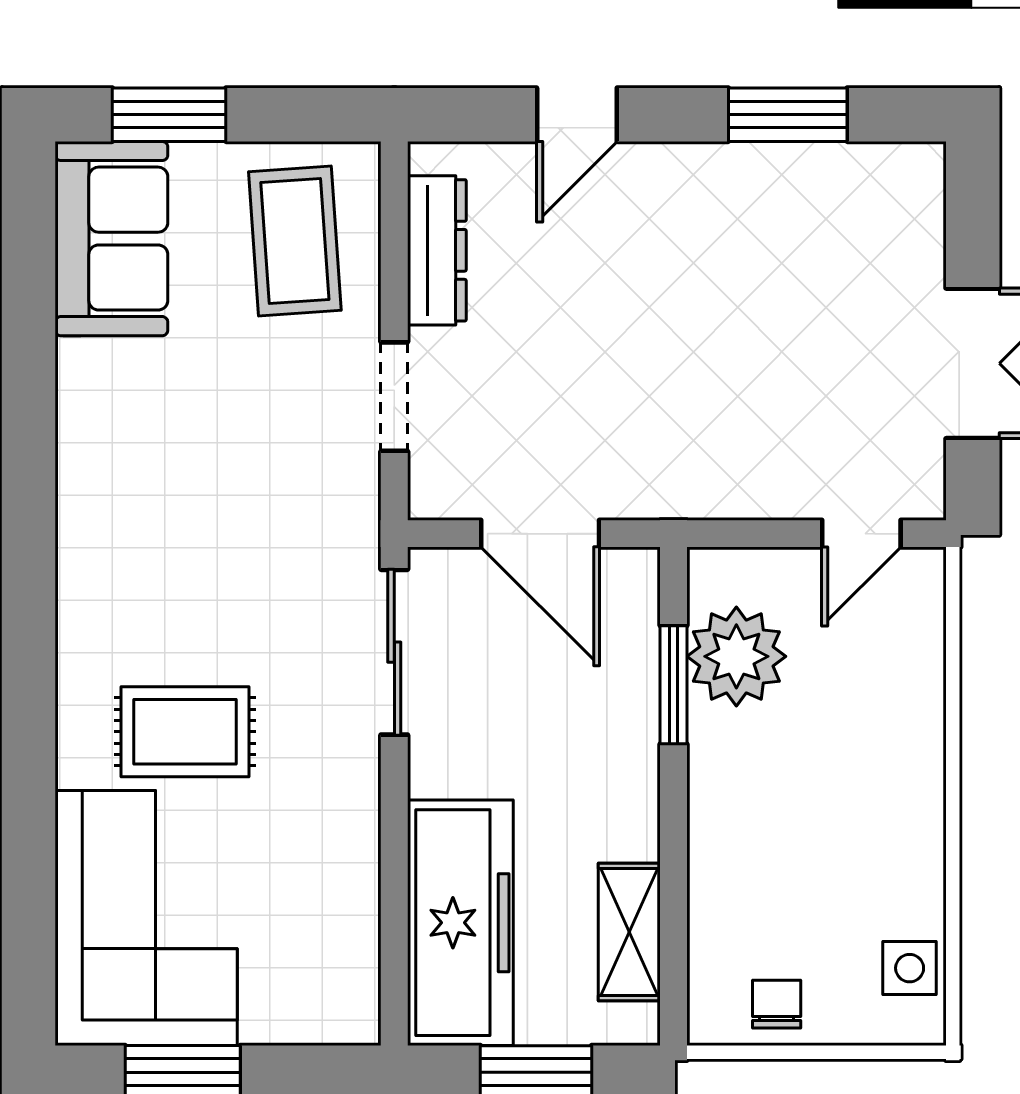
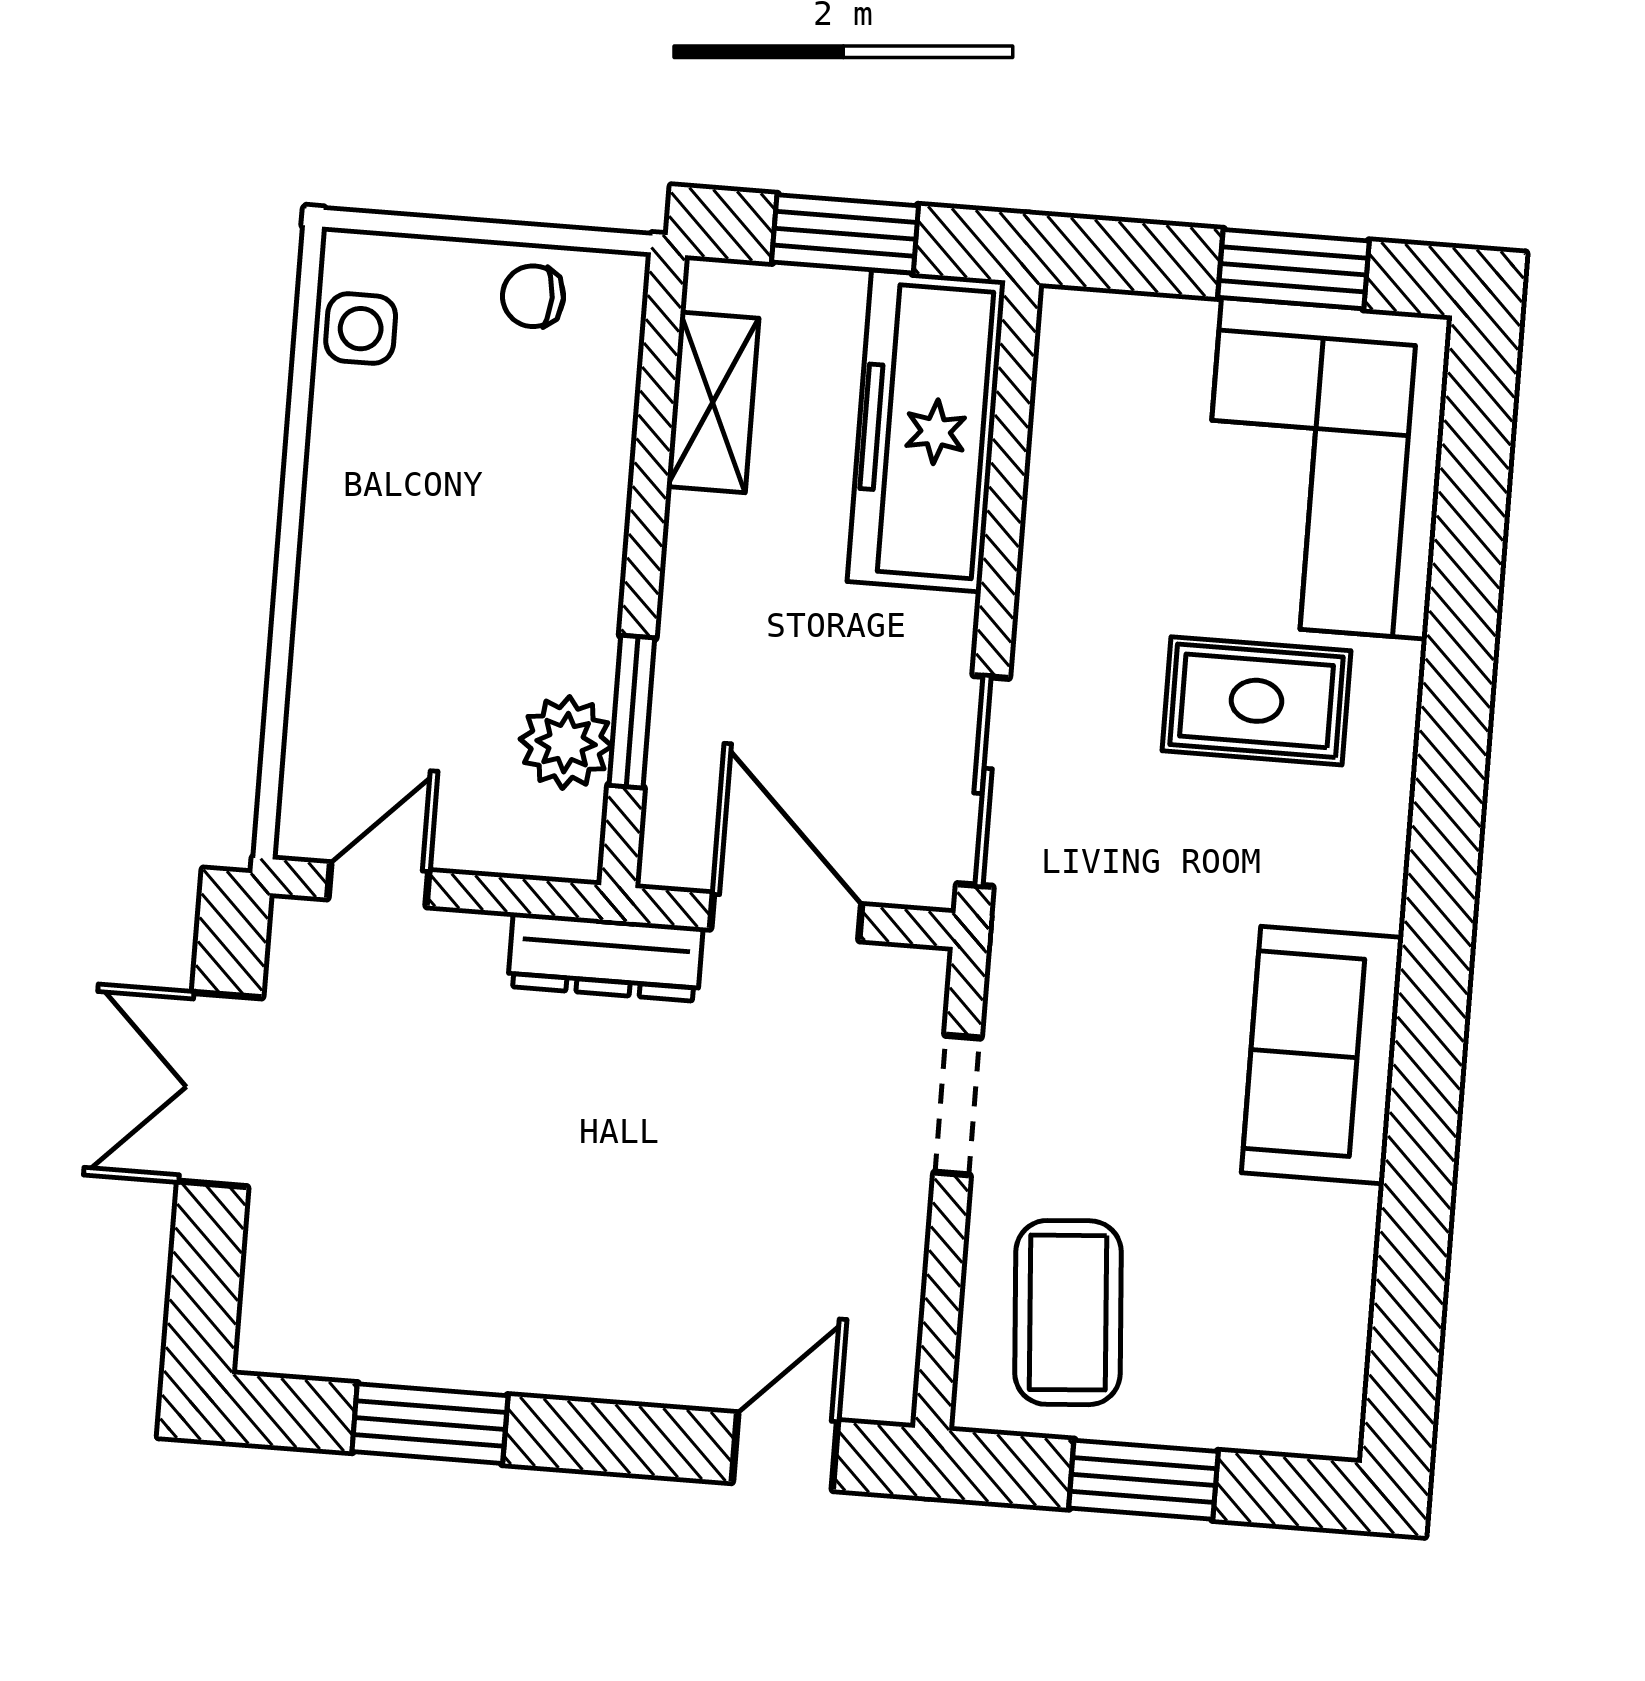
window: (169, 115) -> (1143, 1480), moved
door: (577, 115) -> (785, 1452), moved
sofa: (111, 239) -> (1323, 1055), moved
dresser: (437, 250) -> (605, 957), moved, turned -90
plant: (736, 656) -> (566, 743), width x0.73, depth x0.73
chair: (777, 1004) -> (533, 296), turned 90

